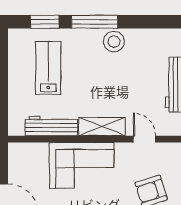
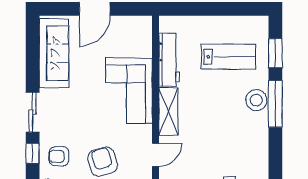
stool: (114, 42) -> (256, 100), moved

